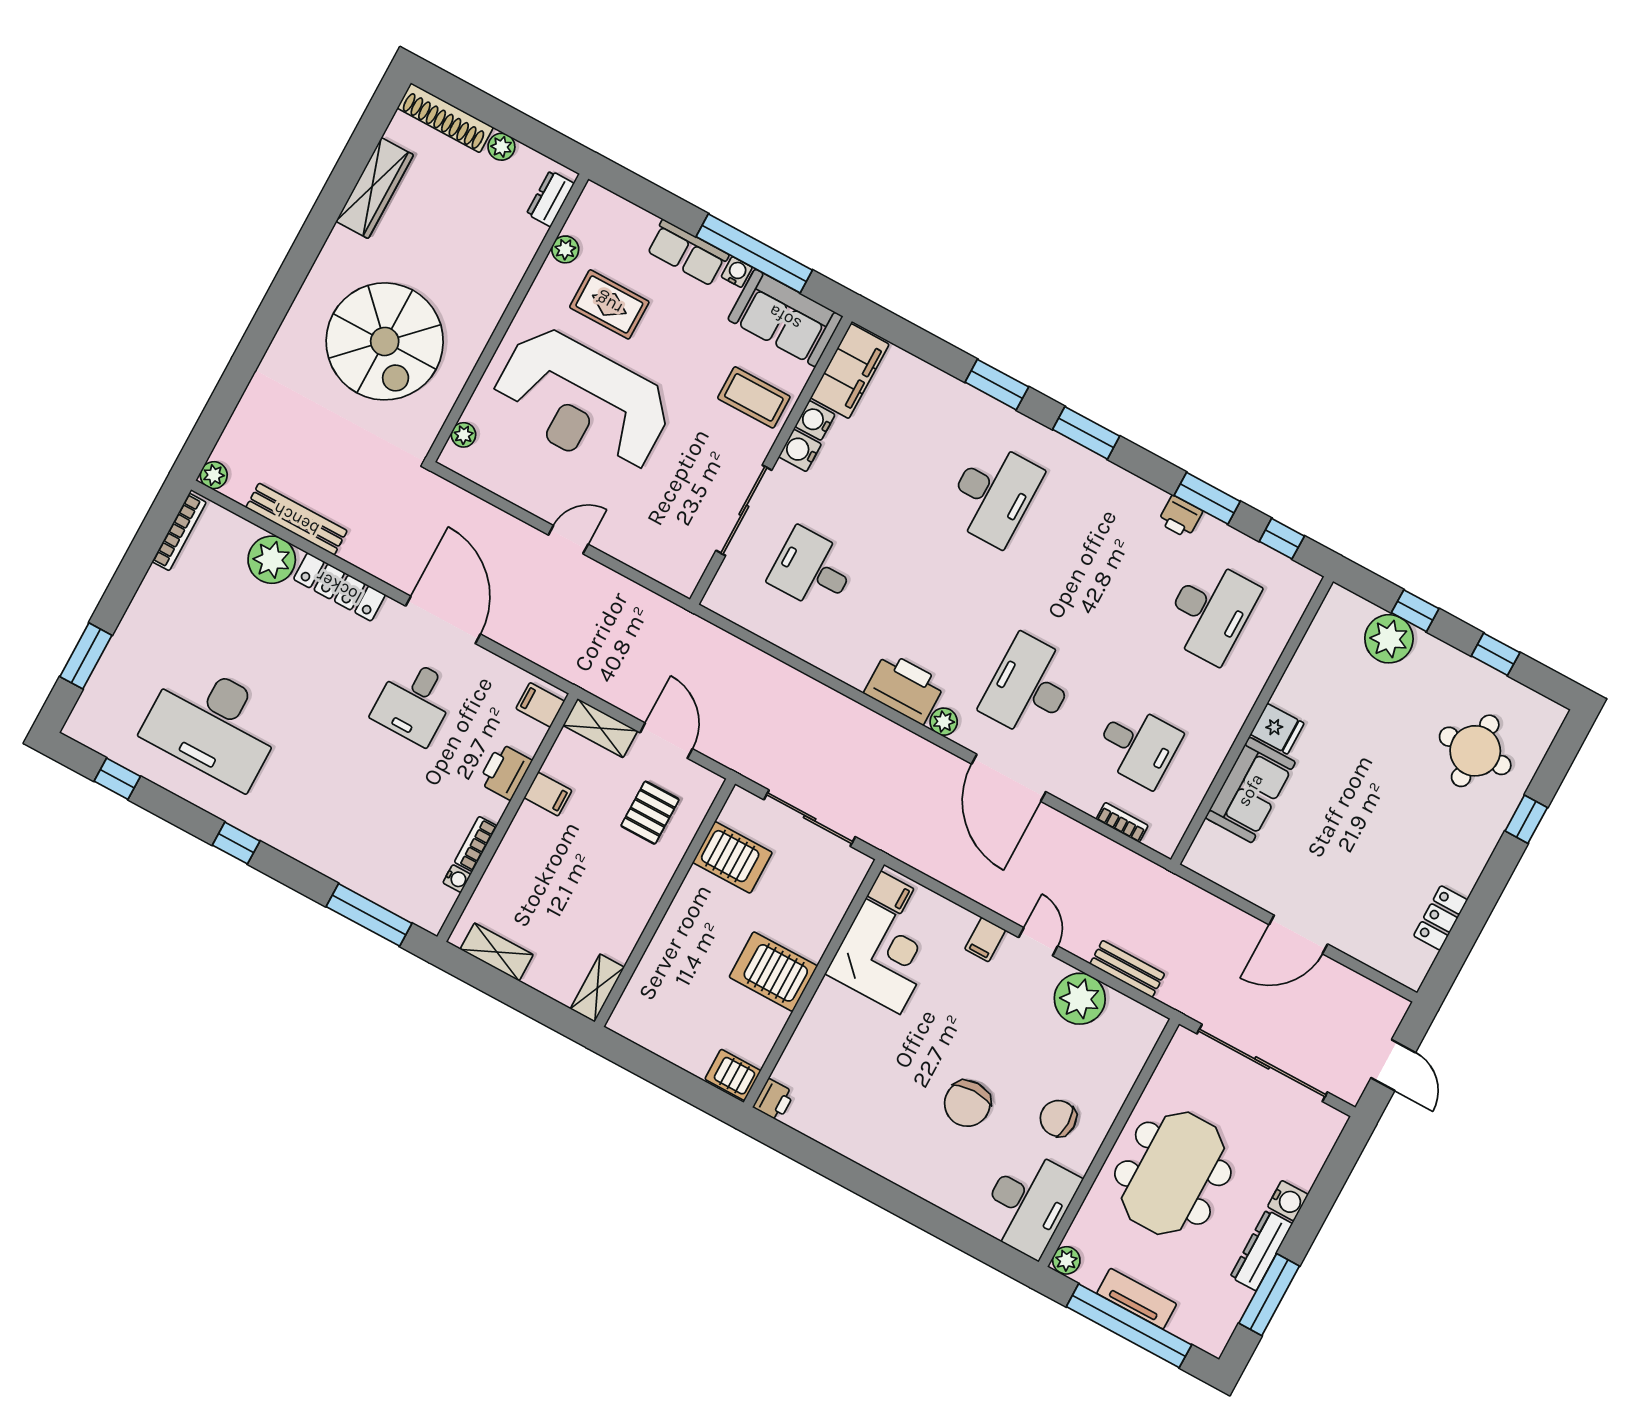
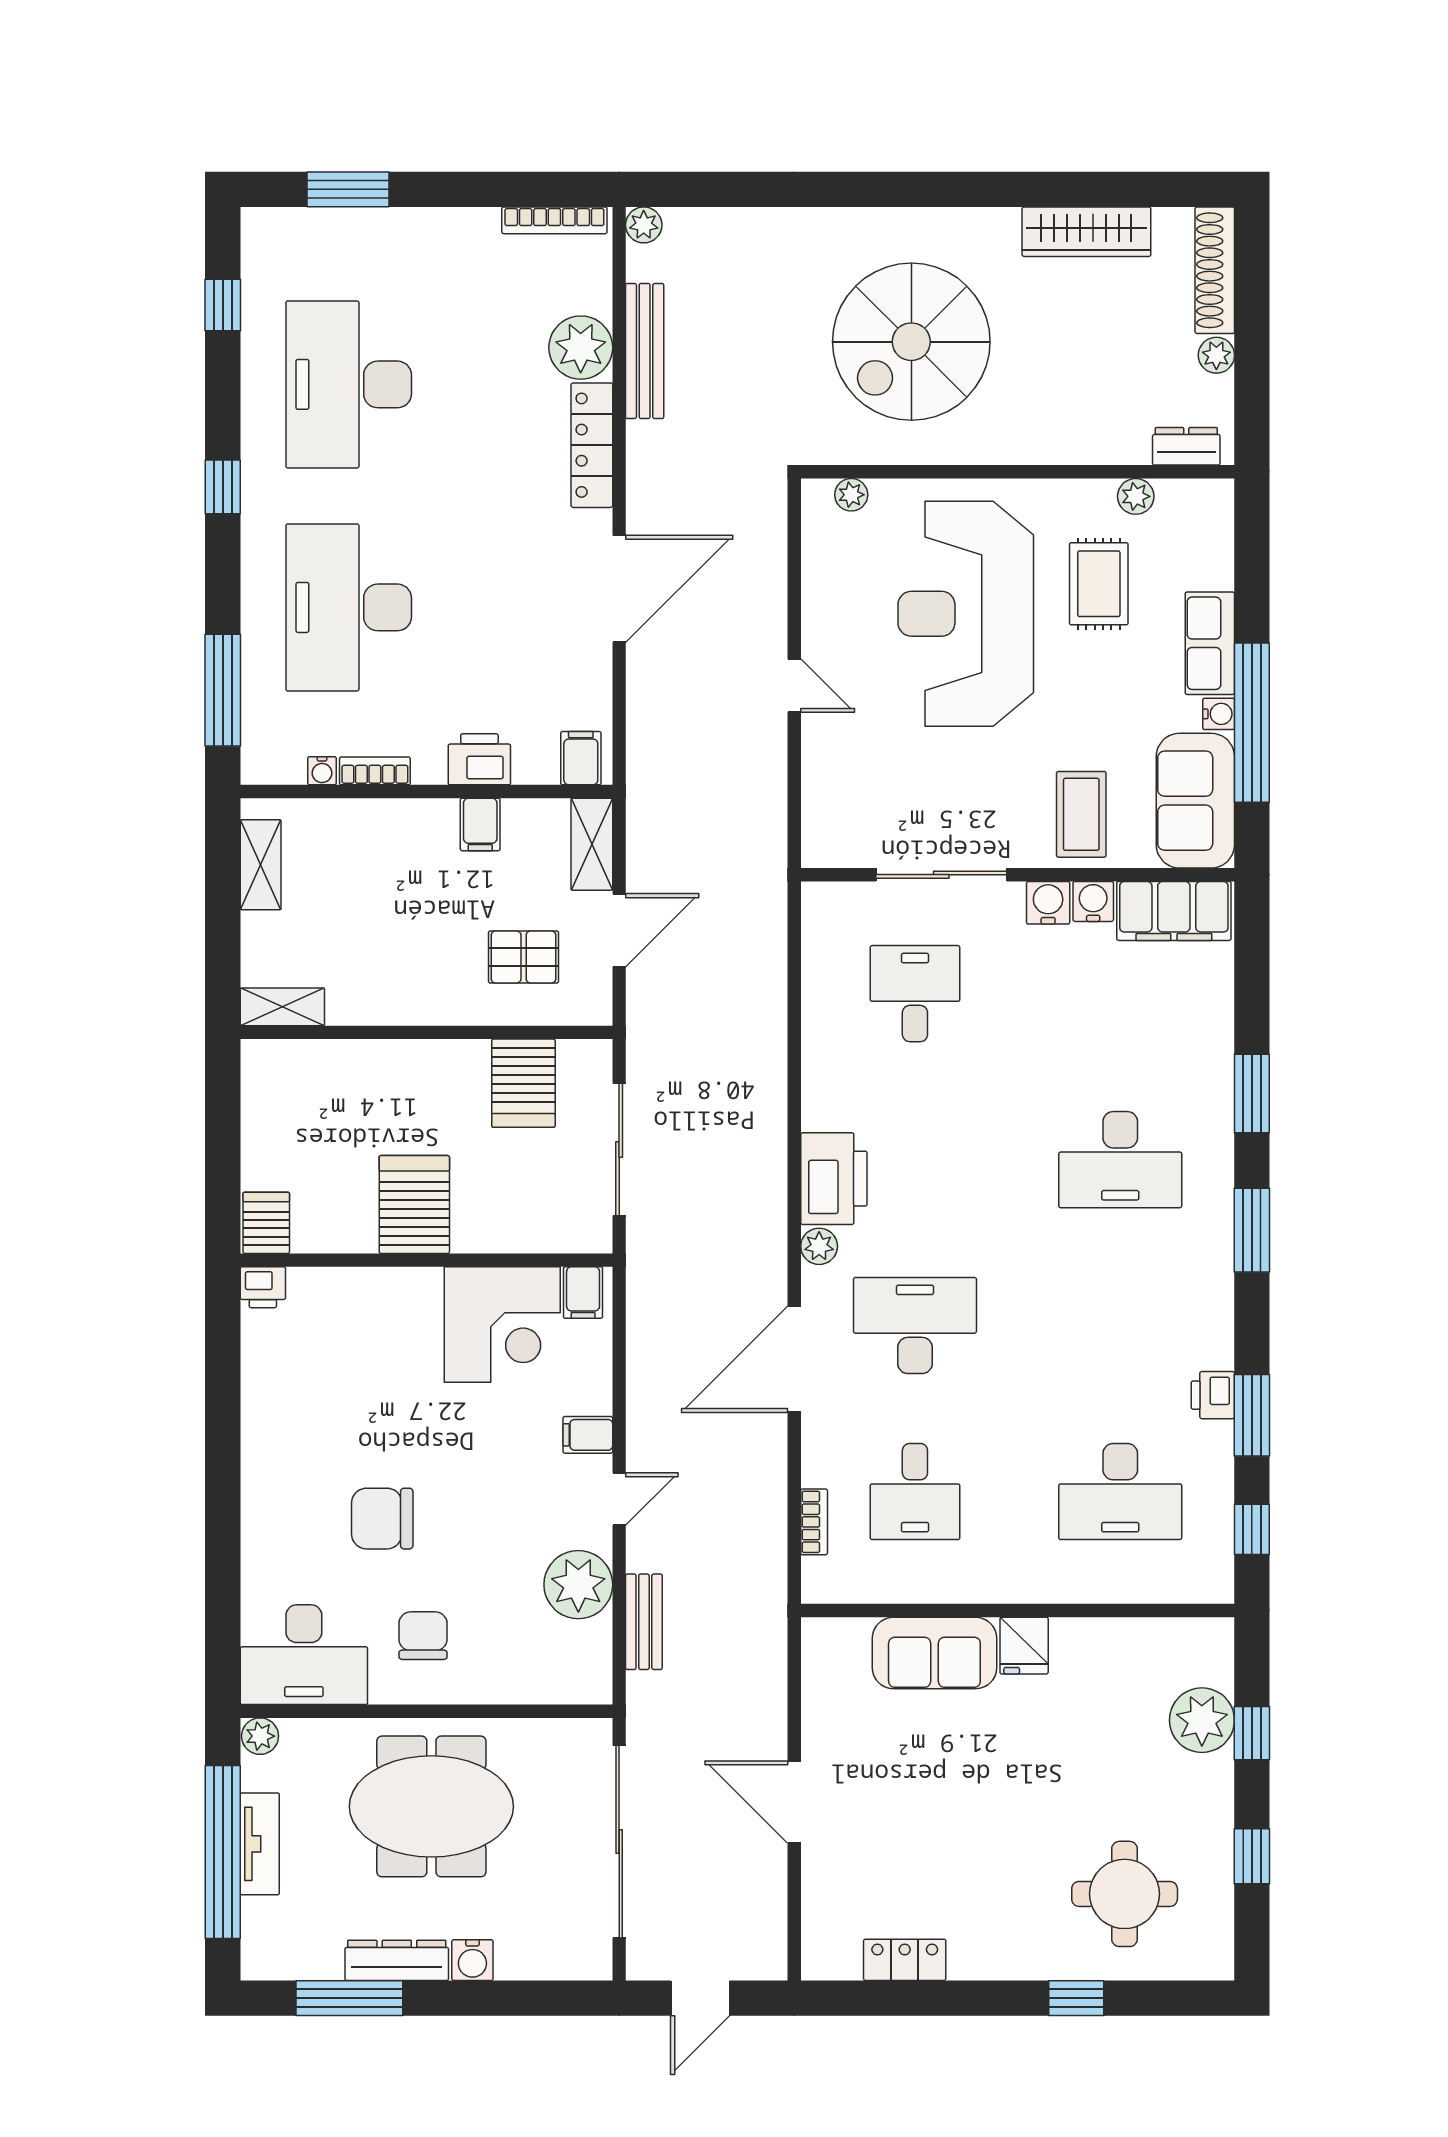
desk: (414, 702) -> (349, 607), moved, width x1.87, depth x1.30

